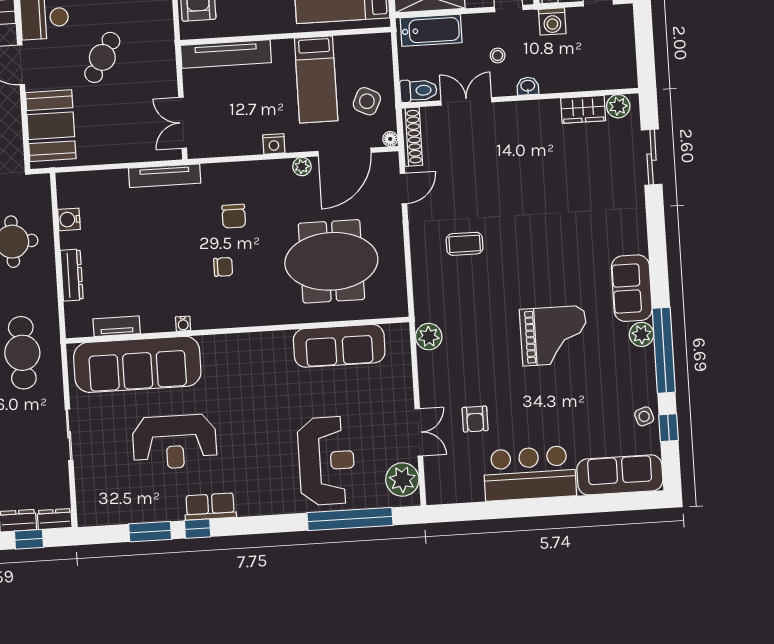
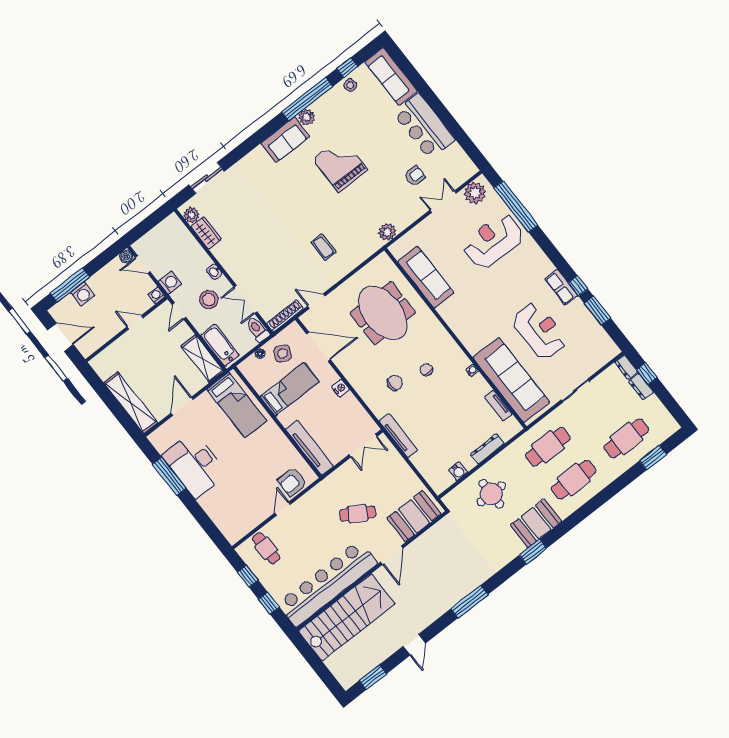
stool: (498, 56) -> (209, 300), width x1.89, depth x1.89
floor lamp: (390, 139) -> (260, 354), moved
plant: (302, 167) -> (342, 364), removed

